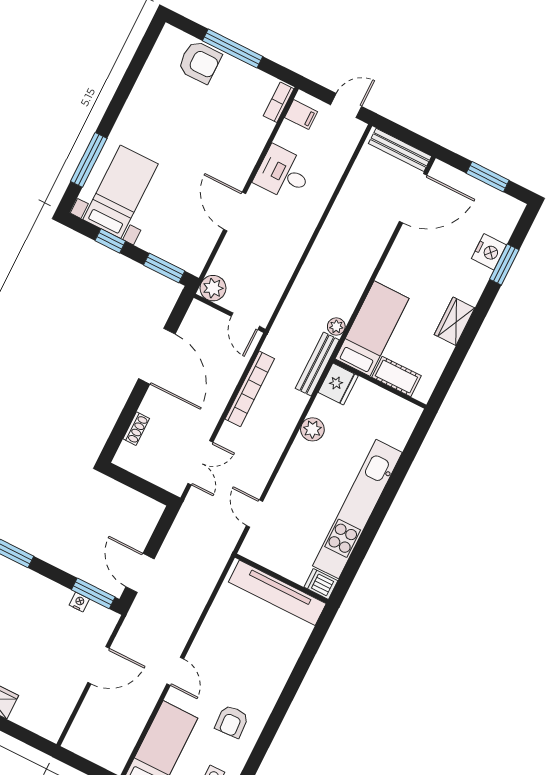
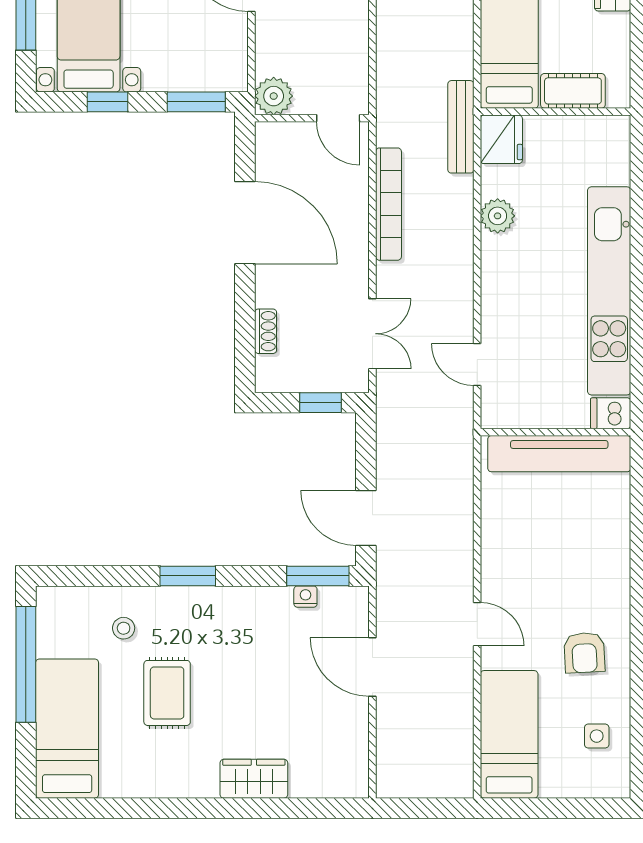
plant: (336, 327) -> (461, 65), removed
window: (148, 489) -> (321, 403), added
door: (98, 665) -> (372, 667), swing flipped

